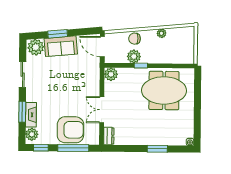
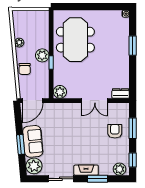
plant: (134, 56) -> (42, 55), moved
fireplace: (31, 115) -> (86, 170), moved
armchair: (70, 130) -> (115, 131), width x0.53, depth x0.53
window: (73, 148) -> (133, 128), width x0.69

